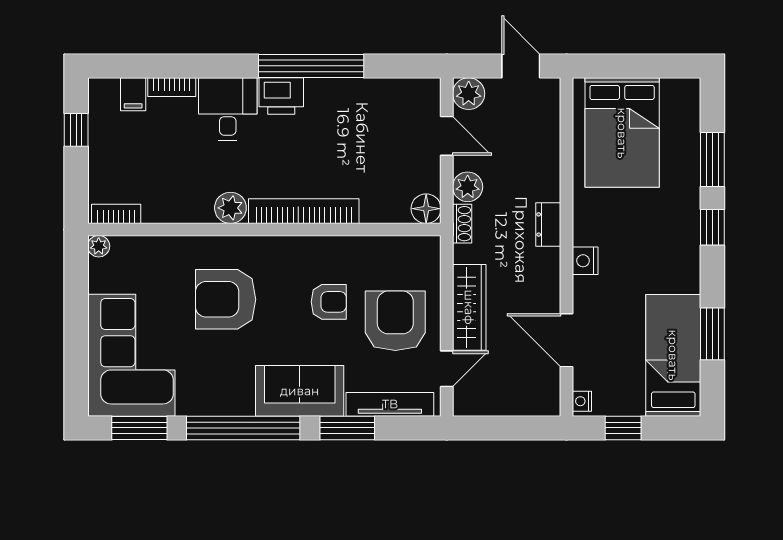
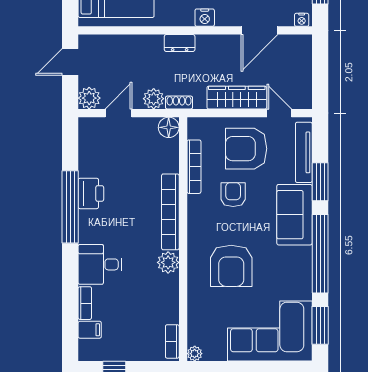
printer: (281, 96) -> (91, 193), moved
bookcase: (369, 245) -> (194, 167), added

